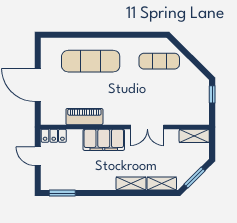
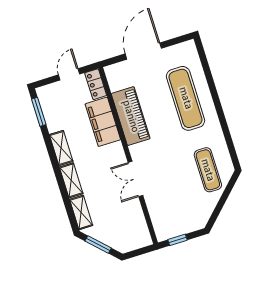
window: (212, 94) -> (177, 240), moved
piano: (84, 117) -> (131, 116), width x1.37, depth x1.33
shelving: (194, 136) -> (61, 148), moved
filing cabinet: (104, 140) -> (103, 122), moved

